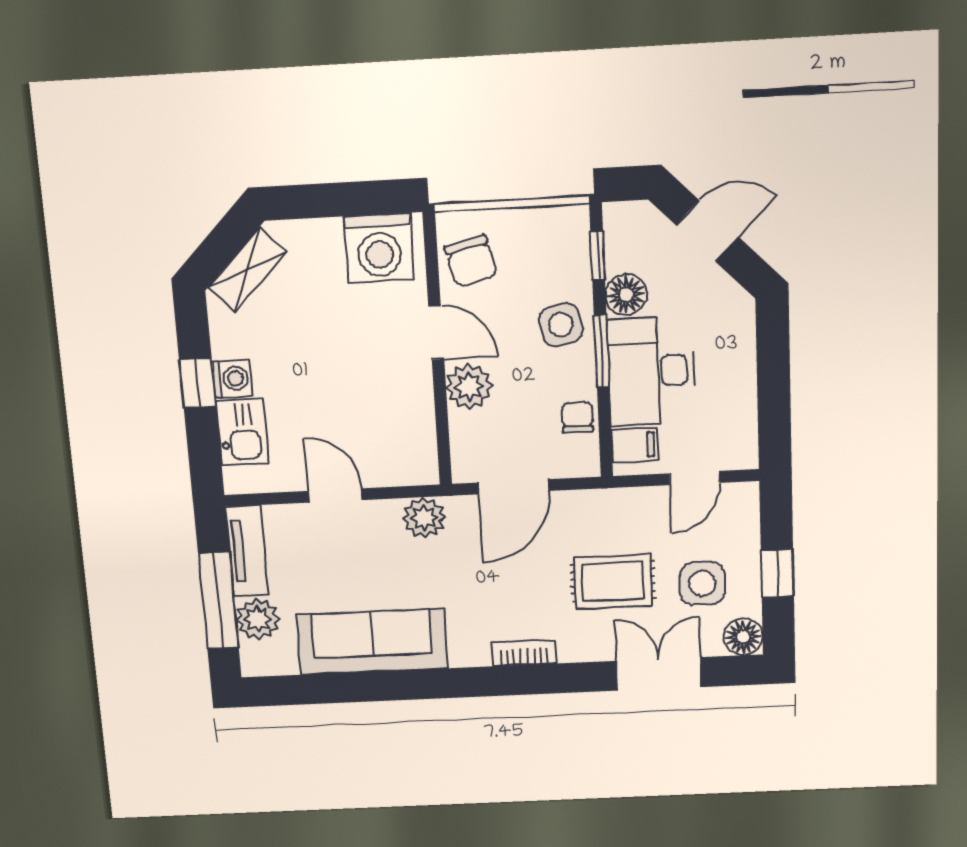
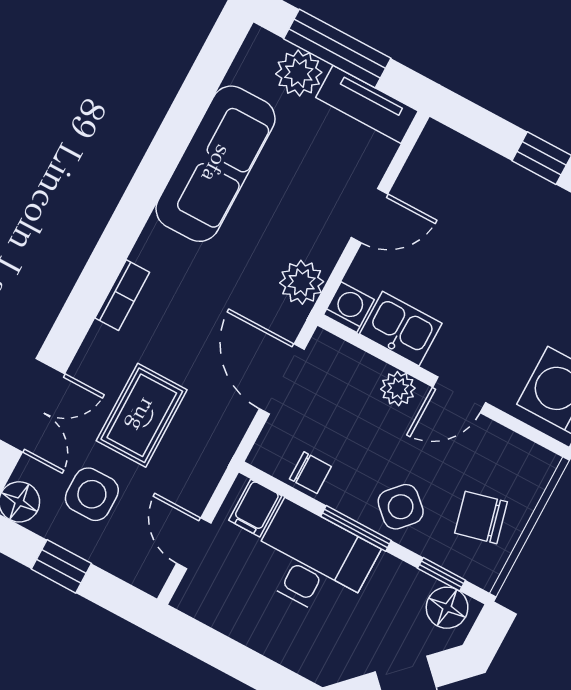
chair: (471, 261) -> (481, 517), moved
floor lamp: (626, 295) -> (447, 608), moved
side table: (561, 325) -> (401, 507), turned -33
washing machine: (232, 379) -> (349, 307), moved, turned 180
plant: (469, 387) -> (398, 389), width x0.73, depth x0.73
kitchen sink: (242, 432) -> (401, 329), moved, turned 180

